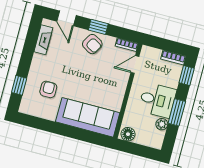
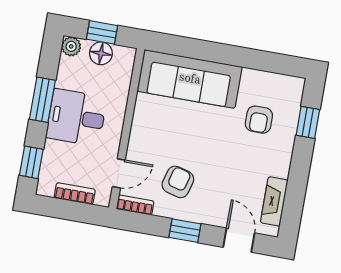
armchair: (92, 44) -> (178, 182), moved, turned 75
bookcase: (173, 58) -> (75, 194), moved
plant: (162, 124) -> (71, 46), moved
floor lamp: (128, 134) -> (101, 53), moved
window: (138, 150) -> (102, 32), added

